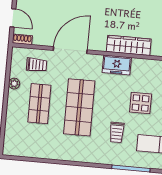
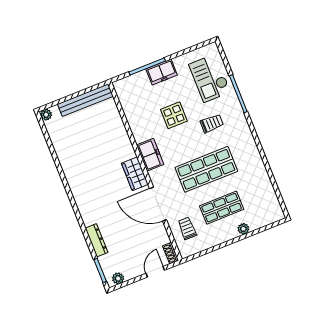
wardrobe: (129, 45) -> (135, 174), moved, width x0.67
plant: (14, 84) -> (243, 229), moved

